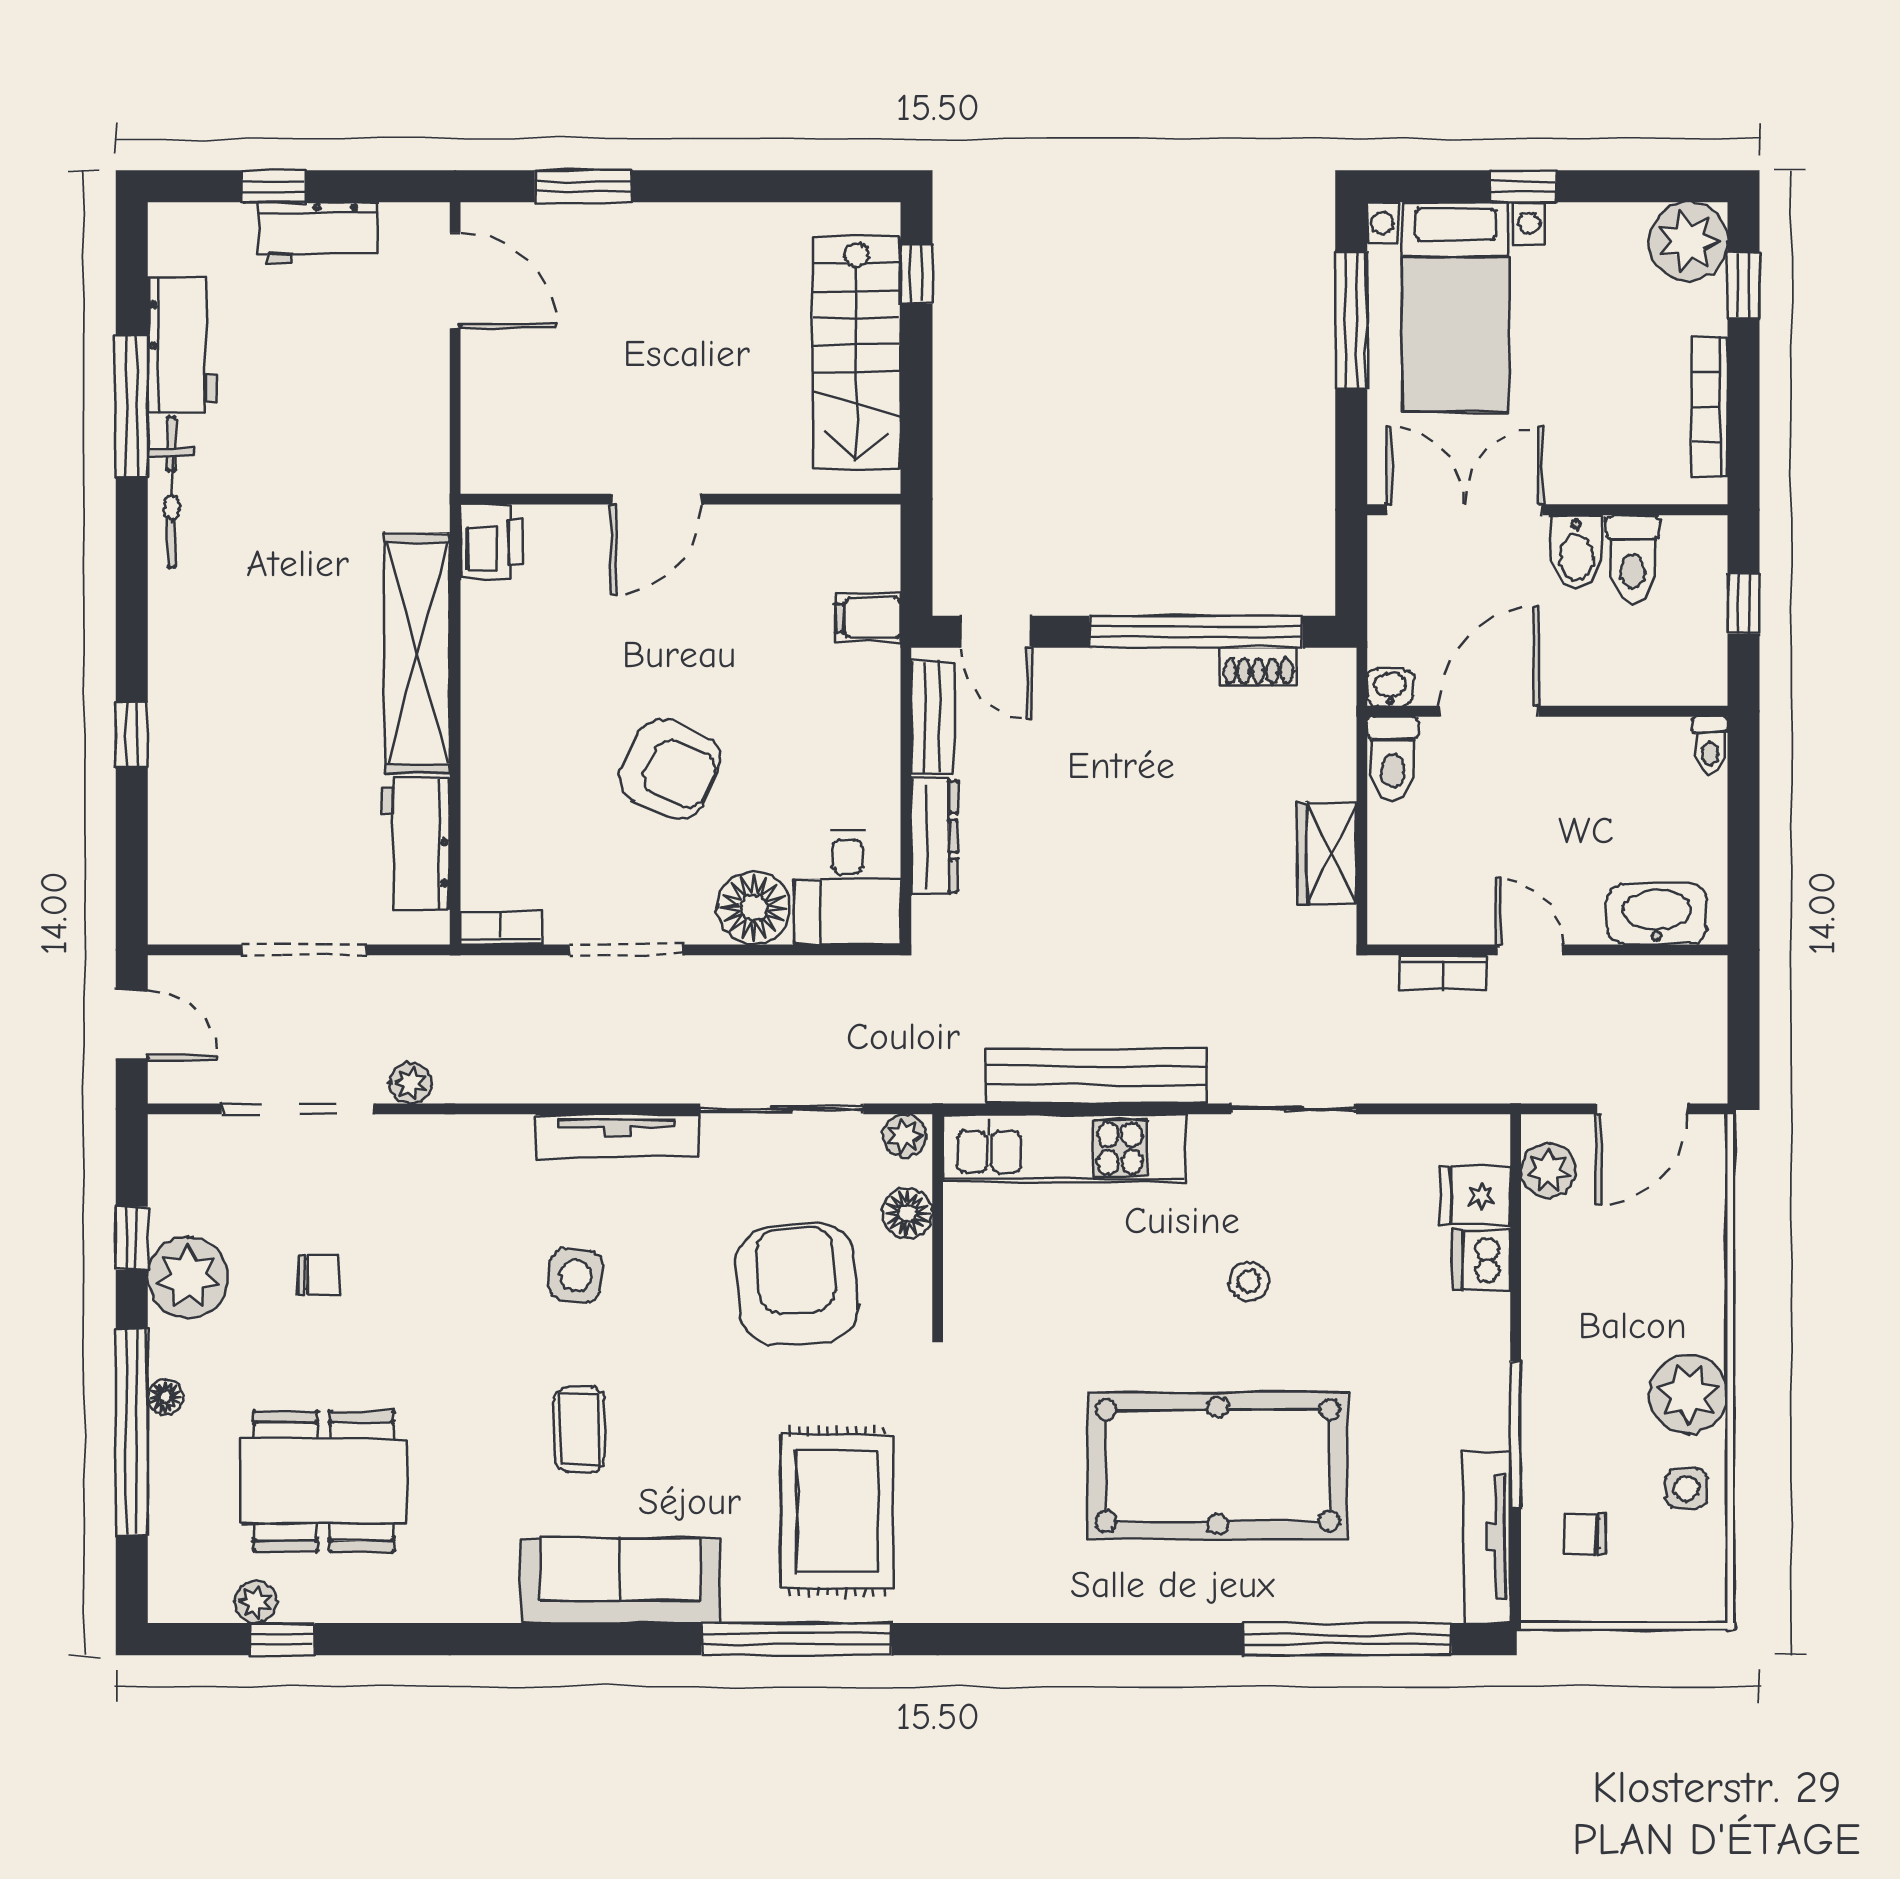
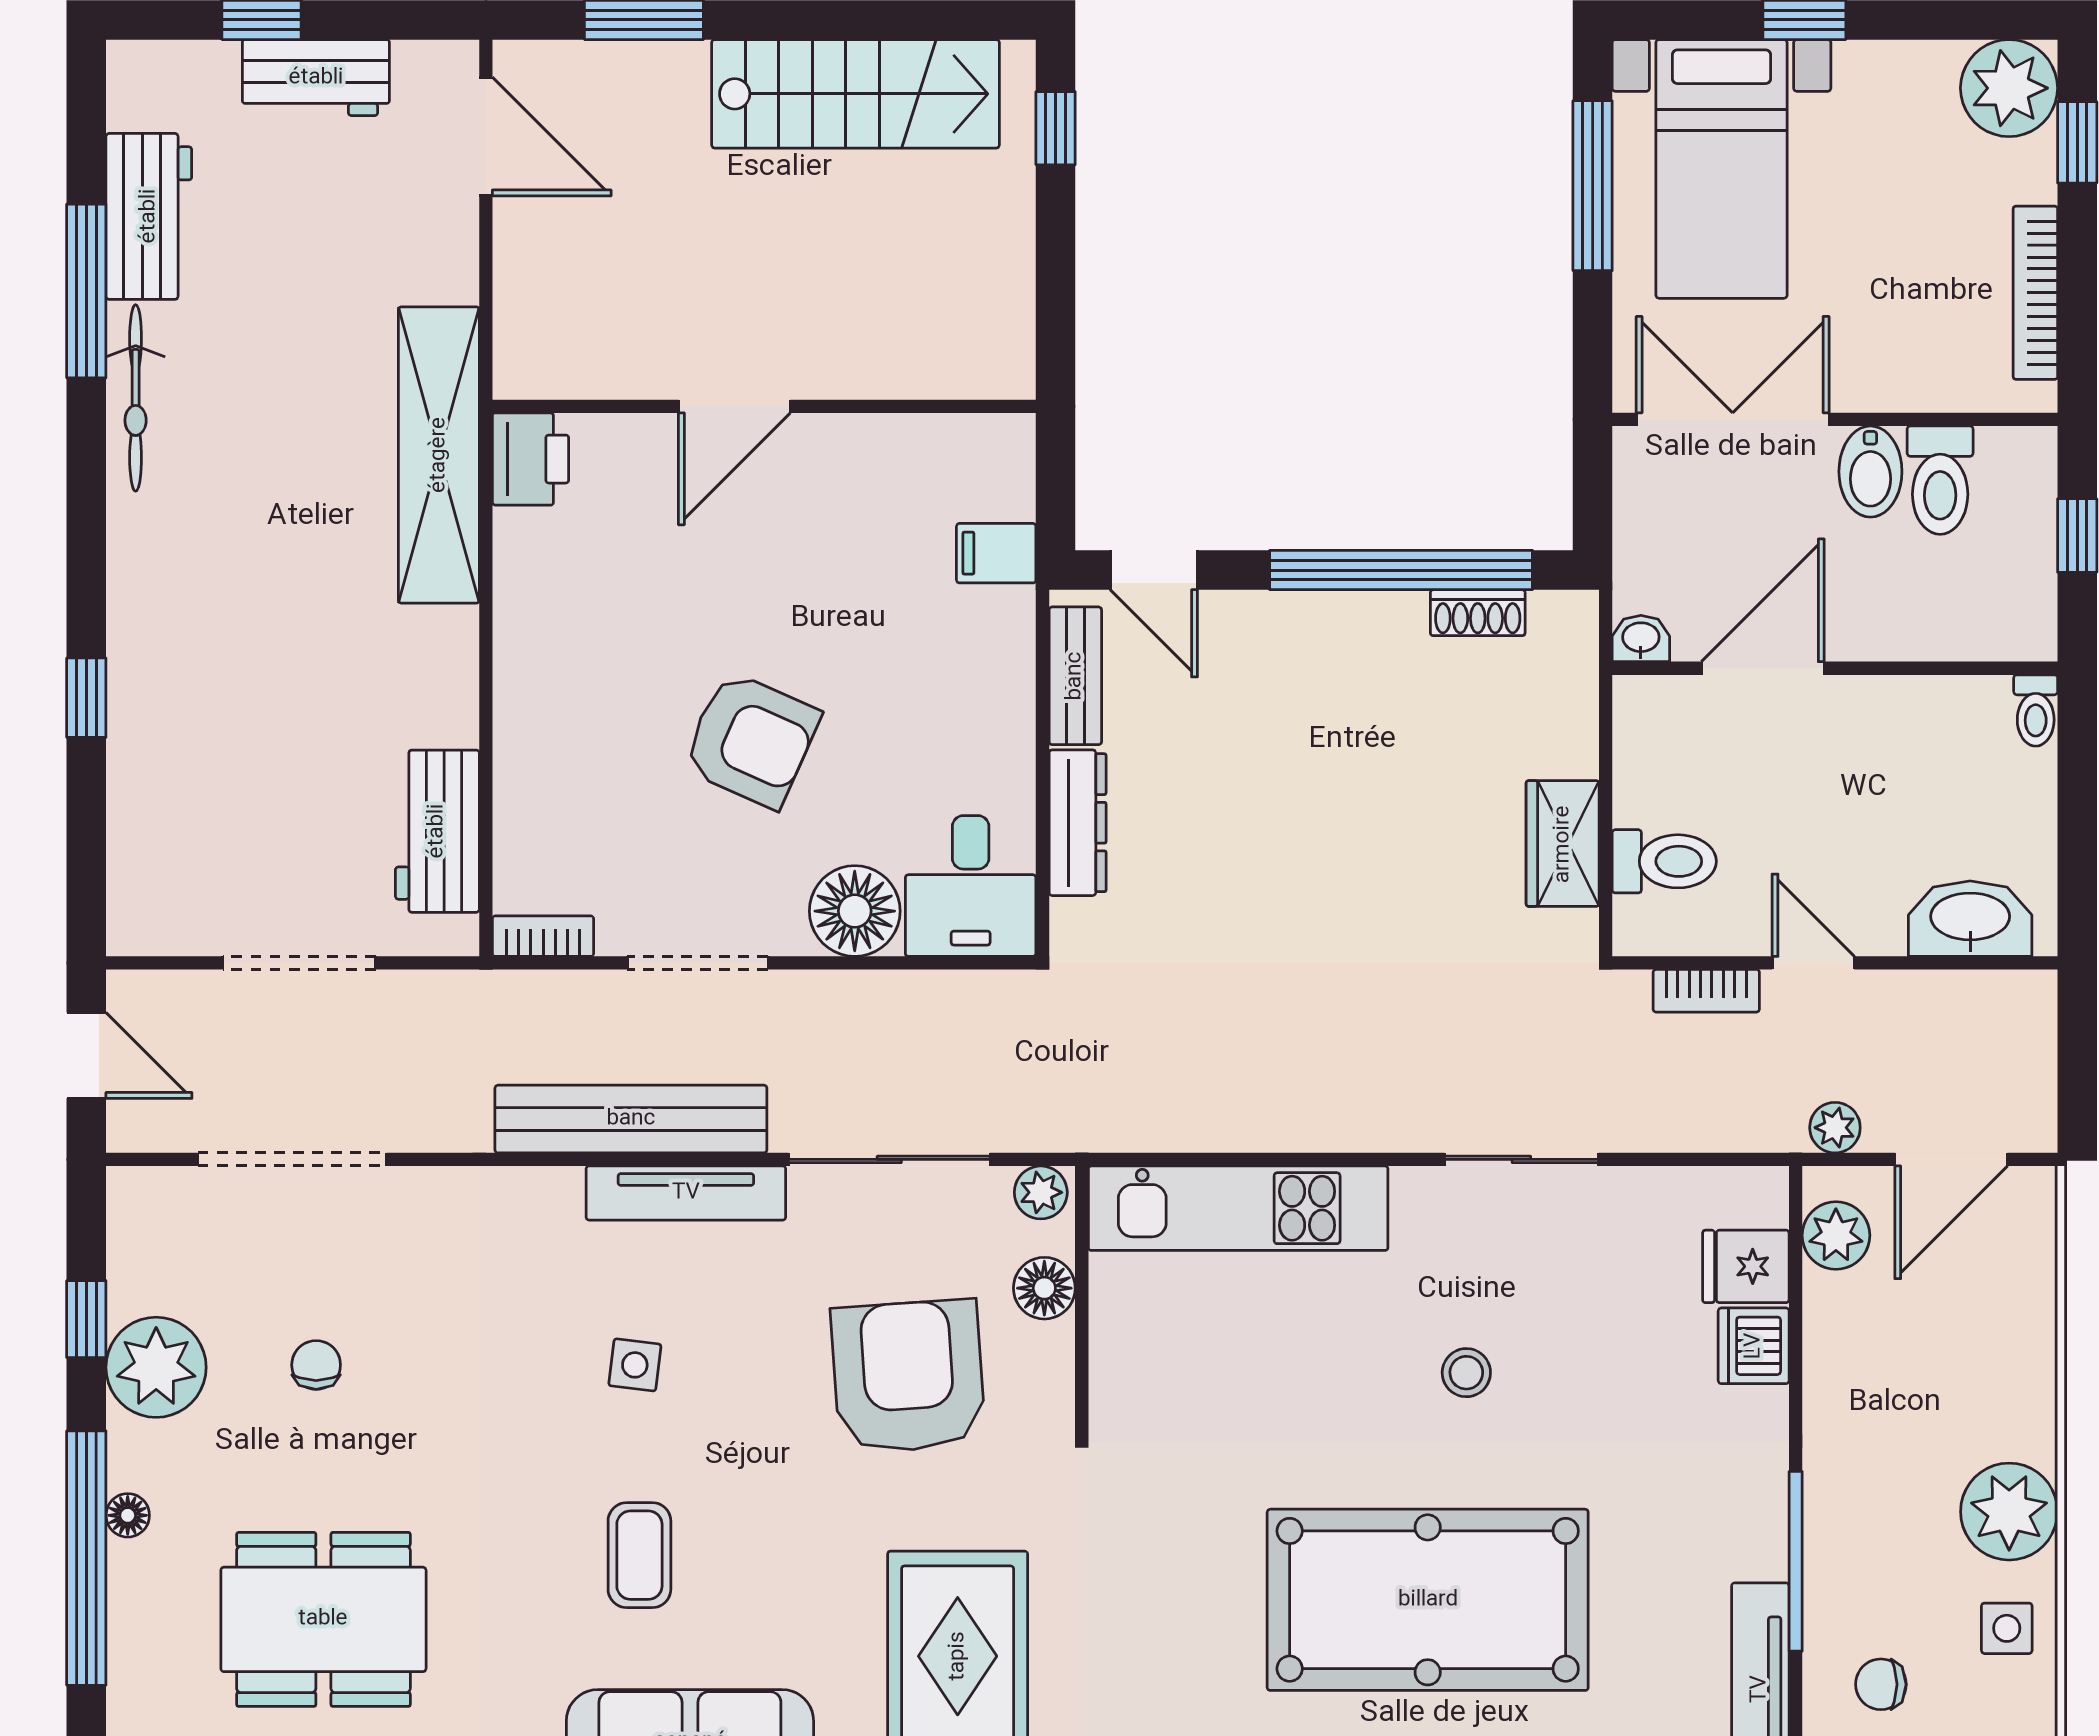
stairs: (857, 353) -> (856, 94), moved, turned -90
shelving: (417, 653) -> (439, 455), moved
toilet: (1393, 759) -> (1664, 861), moved, turned -90
bench: (1096, 1076) -> (631, 1119), moved
plant: (411, 1083) -> (1835, 1128), moved
chair: (318, 1275) -> (316, 1365), turned -90
side table: (576, 1275) -> (635, 1365), width x0.73, depth x0.73

